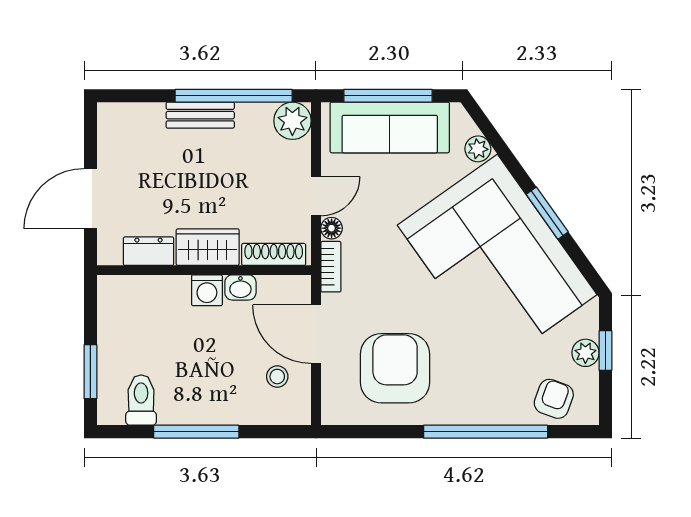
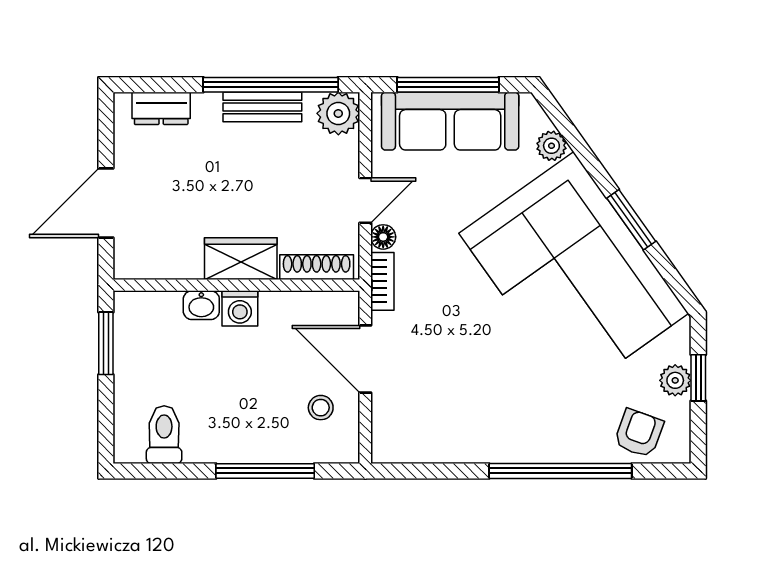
bench: (200, 115) -> (262, 107), moved
dresser: (149, 251) -> (161, 108), moved, turned 180
washbasin: (240, 287) -> (201, 305), moved
armchair: (395, 368) -> (456, 398), removed
window: (90, 372) -> (106, 343), moved
window: (196, 432) -> (265, 471), moved

